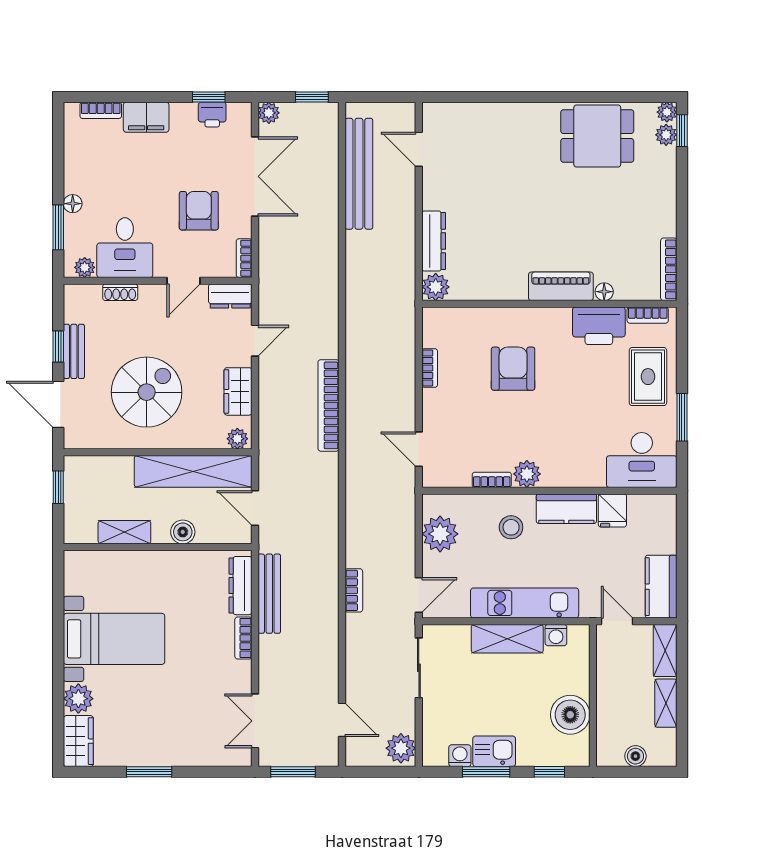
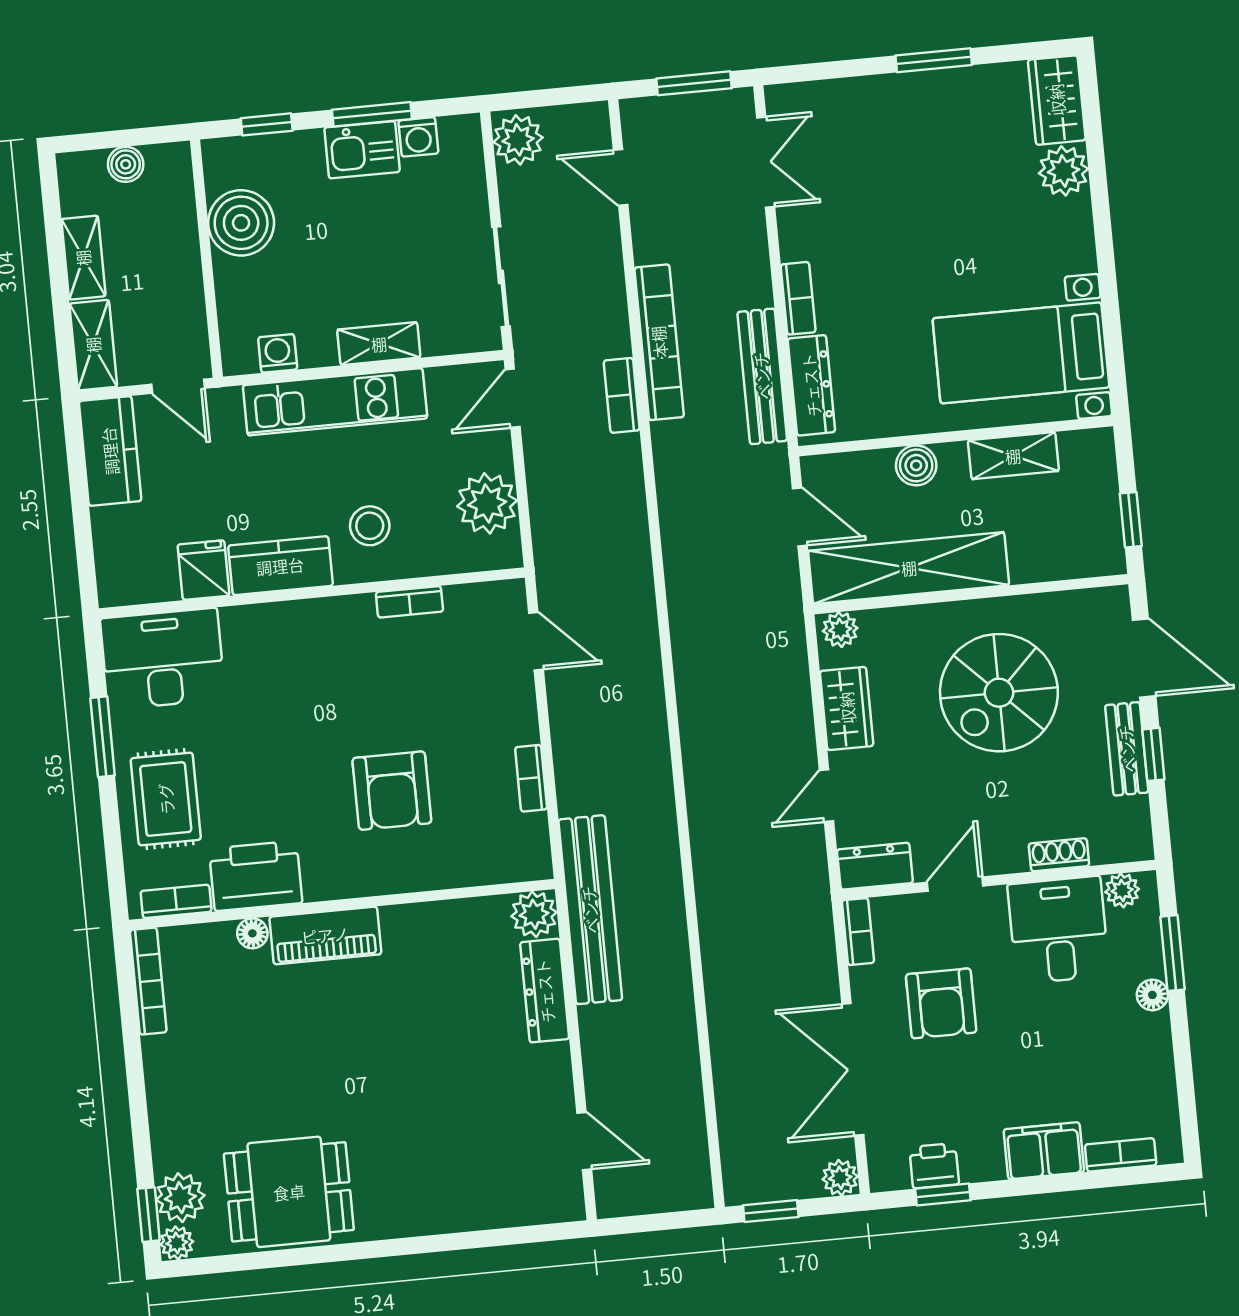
plant: (666, 135) -> (180, 1198), width x1.38, depth x1.38
bench: (359, 174) -> (590, 910), moved
bookcase: (329, 405) -> (659, 342), moved
plant: (527, 474) -> (352, 617), removed
bed with nightstands: (114, 639) -> (1021, 353), moved
shelving: (507, 639) -> (379, 344), width x0.67, depth x0.75

